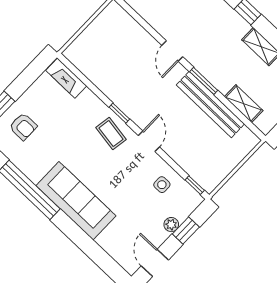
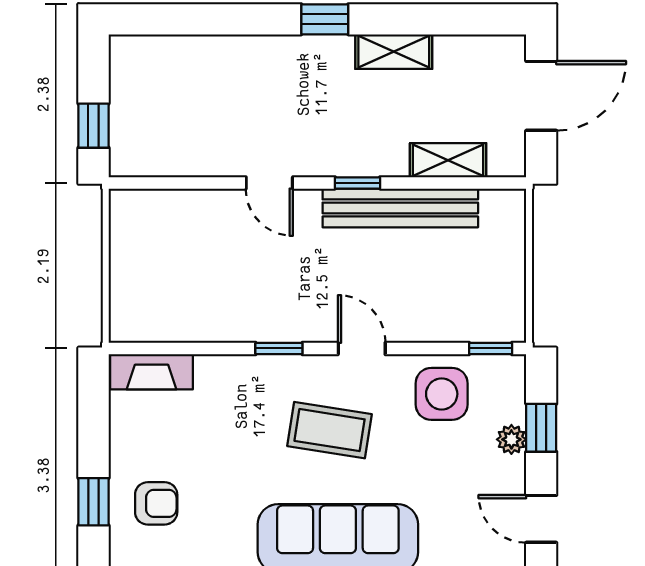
window: (204, 81) -> (358, 183), width x0.67
coffee table: (111, 134) -> (330, 430), moved, width x1.36, depth x1.30
side table: (162, 185) -> (442, 394), width x1.87, depth x1.87

